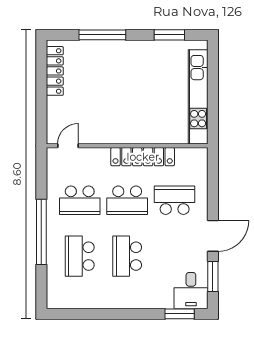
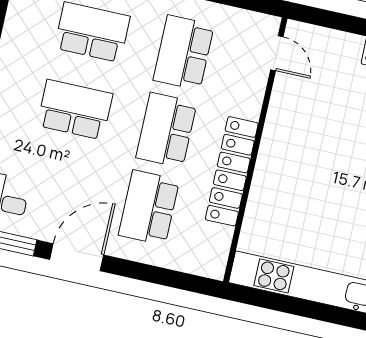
school desk: (175, 200) -> (149, 208), turned 180
door: (213, 236) -> (77, 257), swing flipped

